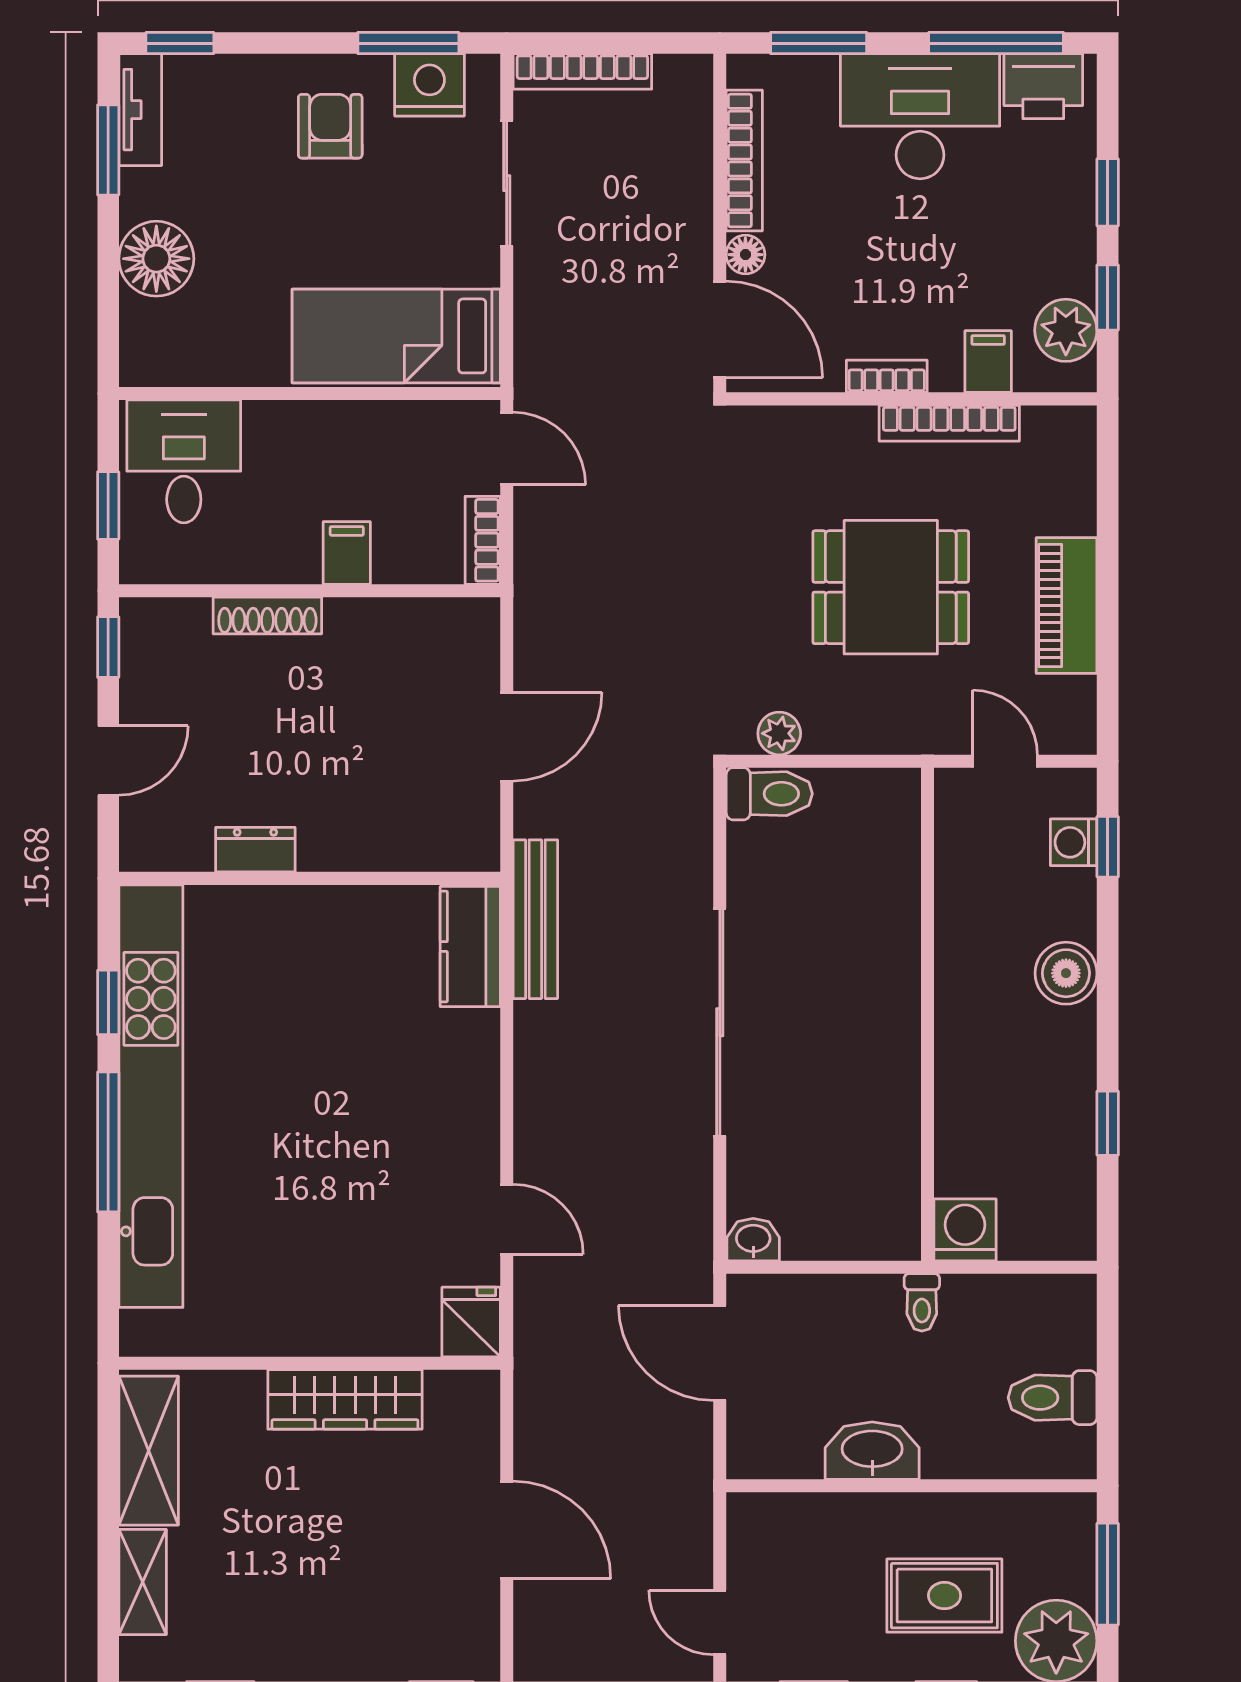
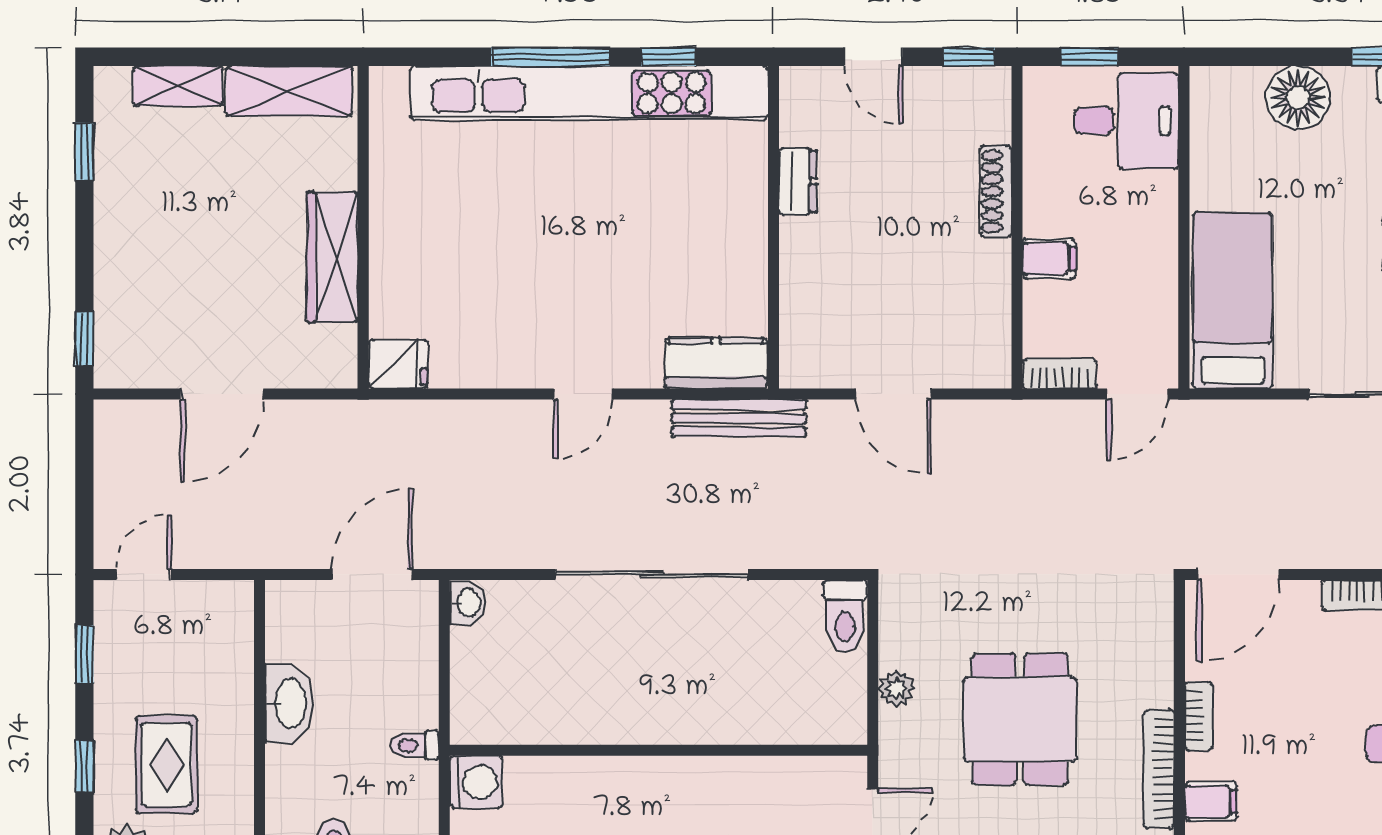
floor lamp: (745, 255) -> (1302, 596), removed
plant: (779, 733) -> (896, 688), moved
door: (507, 1219) -> (583, 394), moved

